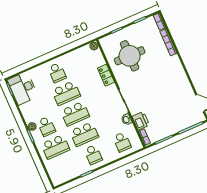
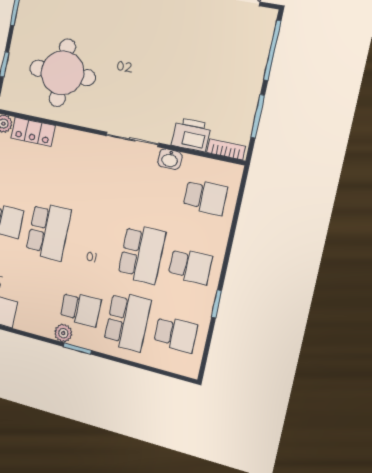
locker: (106, 75) -> (33, 132), moved
school desk: (75, 114) -> (176, 334), moved, width x0.54

